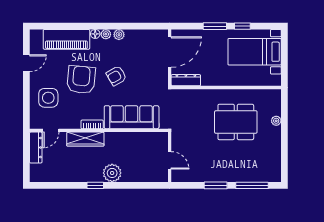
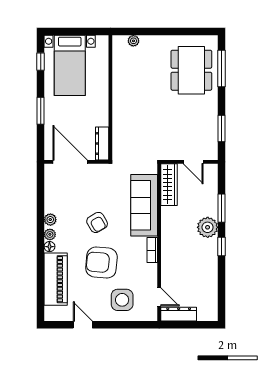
window: (242, 26) -> (41, 62), moved
plant: (276, 121) -> (133, 41), moved
dining table: (236, 122) -> (191, 70), moved
wardrobe: (85, 139) -> (169, 185), moved
door: (170, 160) -> (193, 162), swing flipped
window: (129, 185) -> (222, 208), added
window: (216, 185) -> (222, 128), moved

